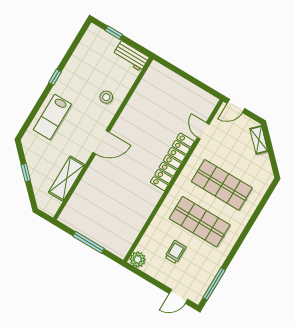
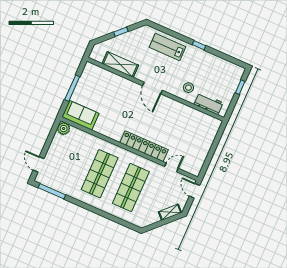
workbench: (131, 56) -> (209, 104), moved, turned 90
sofa: (124, 236) -> (80, 115), added
trolley: (175, 252) -> (73, 158), removed

